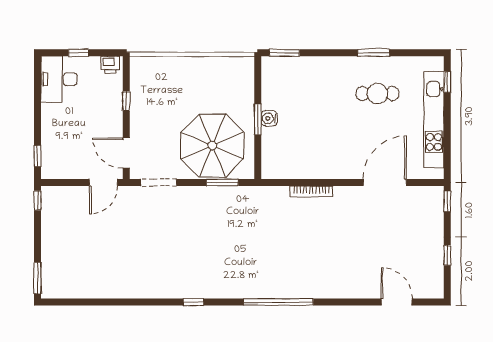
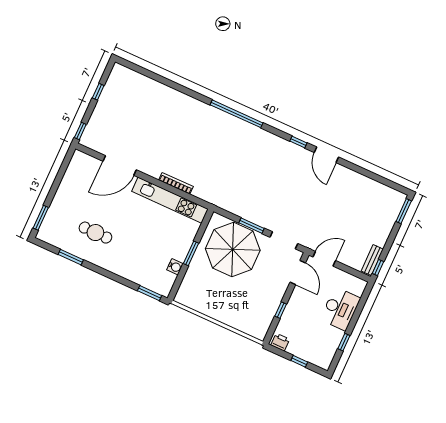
window: (374, 53) -> (71, 257), moved
desk: (59, 79) -> (340, 309), moved
window: (447, 82) -> (41, 218), width x1.50
water cooler: (269, 118) -> (175, 267), moved
kitchen unit: (434, 120) -> (170, 200), moved, turned 90
window: (37, 156) -> (344, 342), moved
window: (222, 182) -> (251, 226), moved
bench: (48, 206) -> (372, 260), added
door: (397, 302) -> (326, 155), moved

